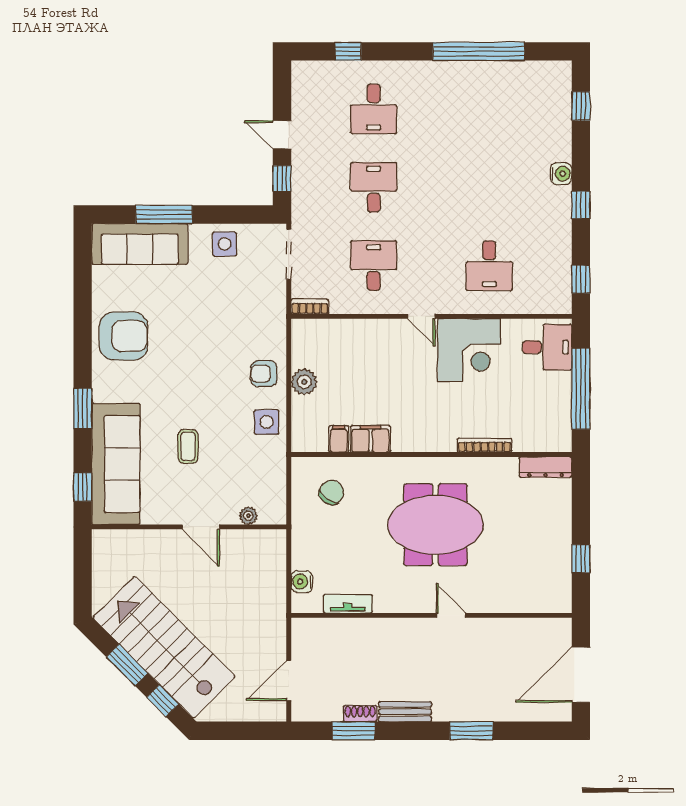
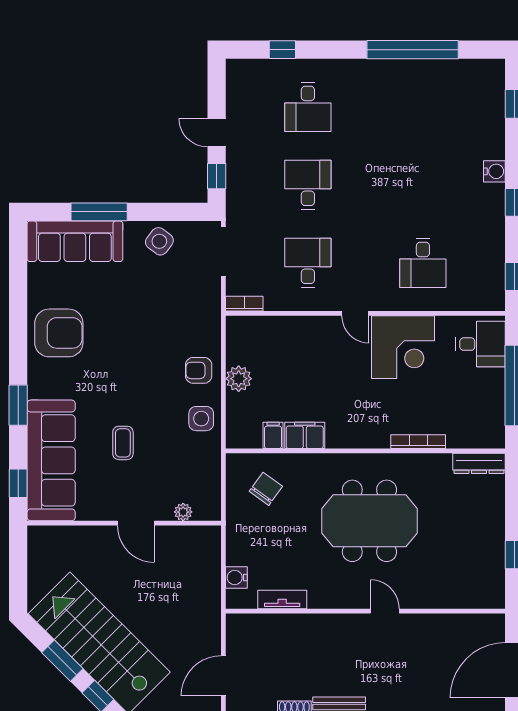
side table: (225, 244) -> (159, 241), turned 37

